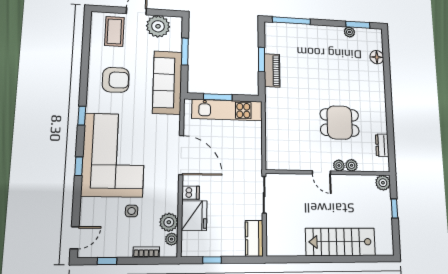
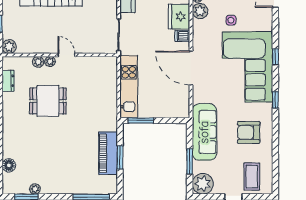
plant: (158, 26) -> (203, 184), moved
piano: (272, 70) -> (108, 153), width x1.37, depth x1.33
window: (218, 97) -> (141, 121), moved
kitchen unit: (227, 110) -> (129, 87), moved, turned 90

